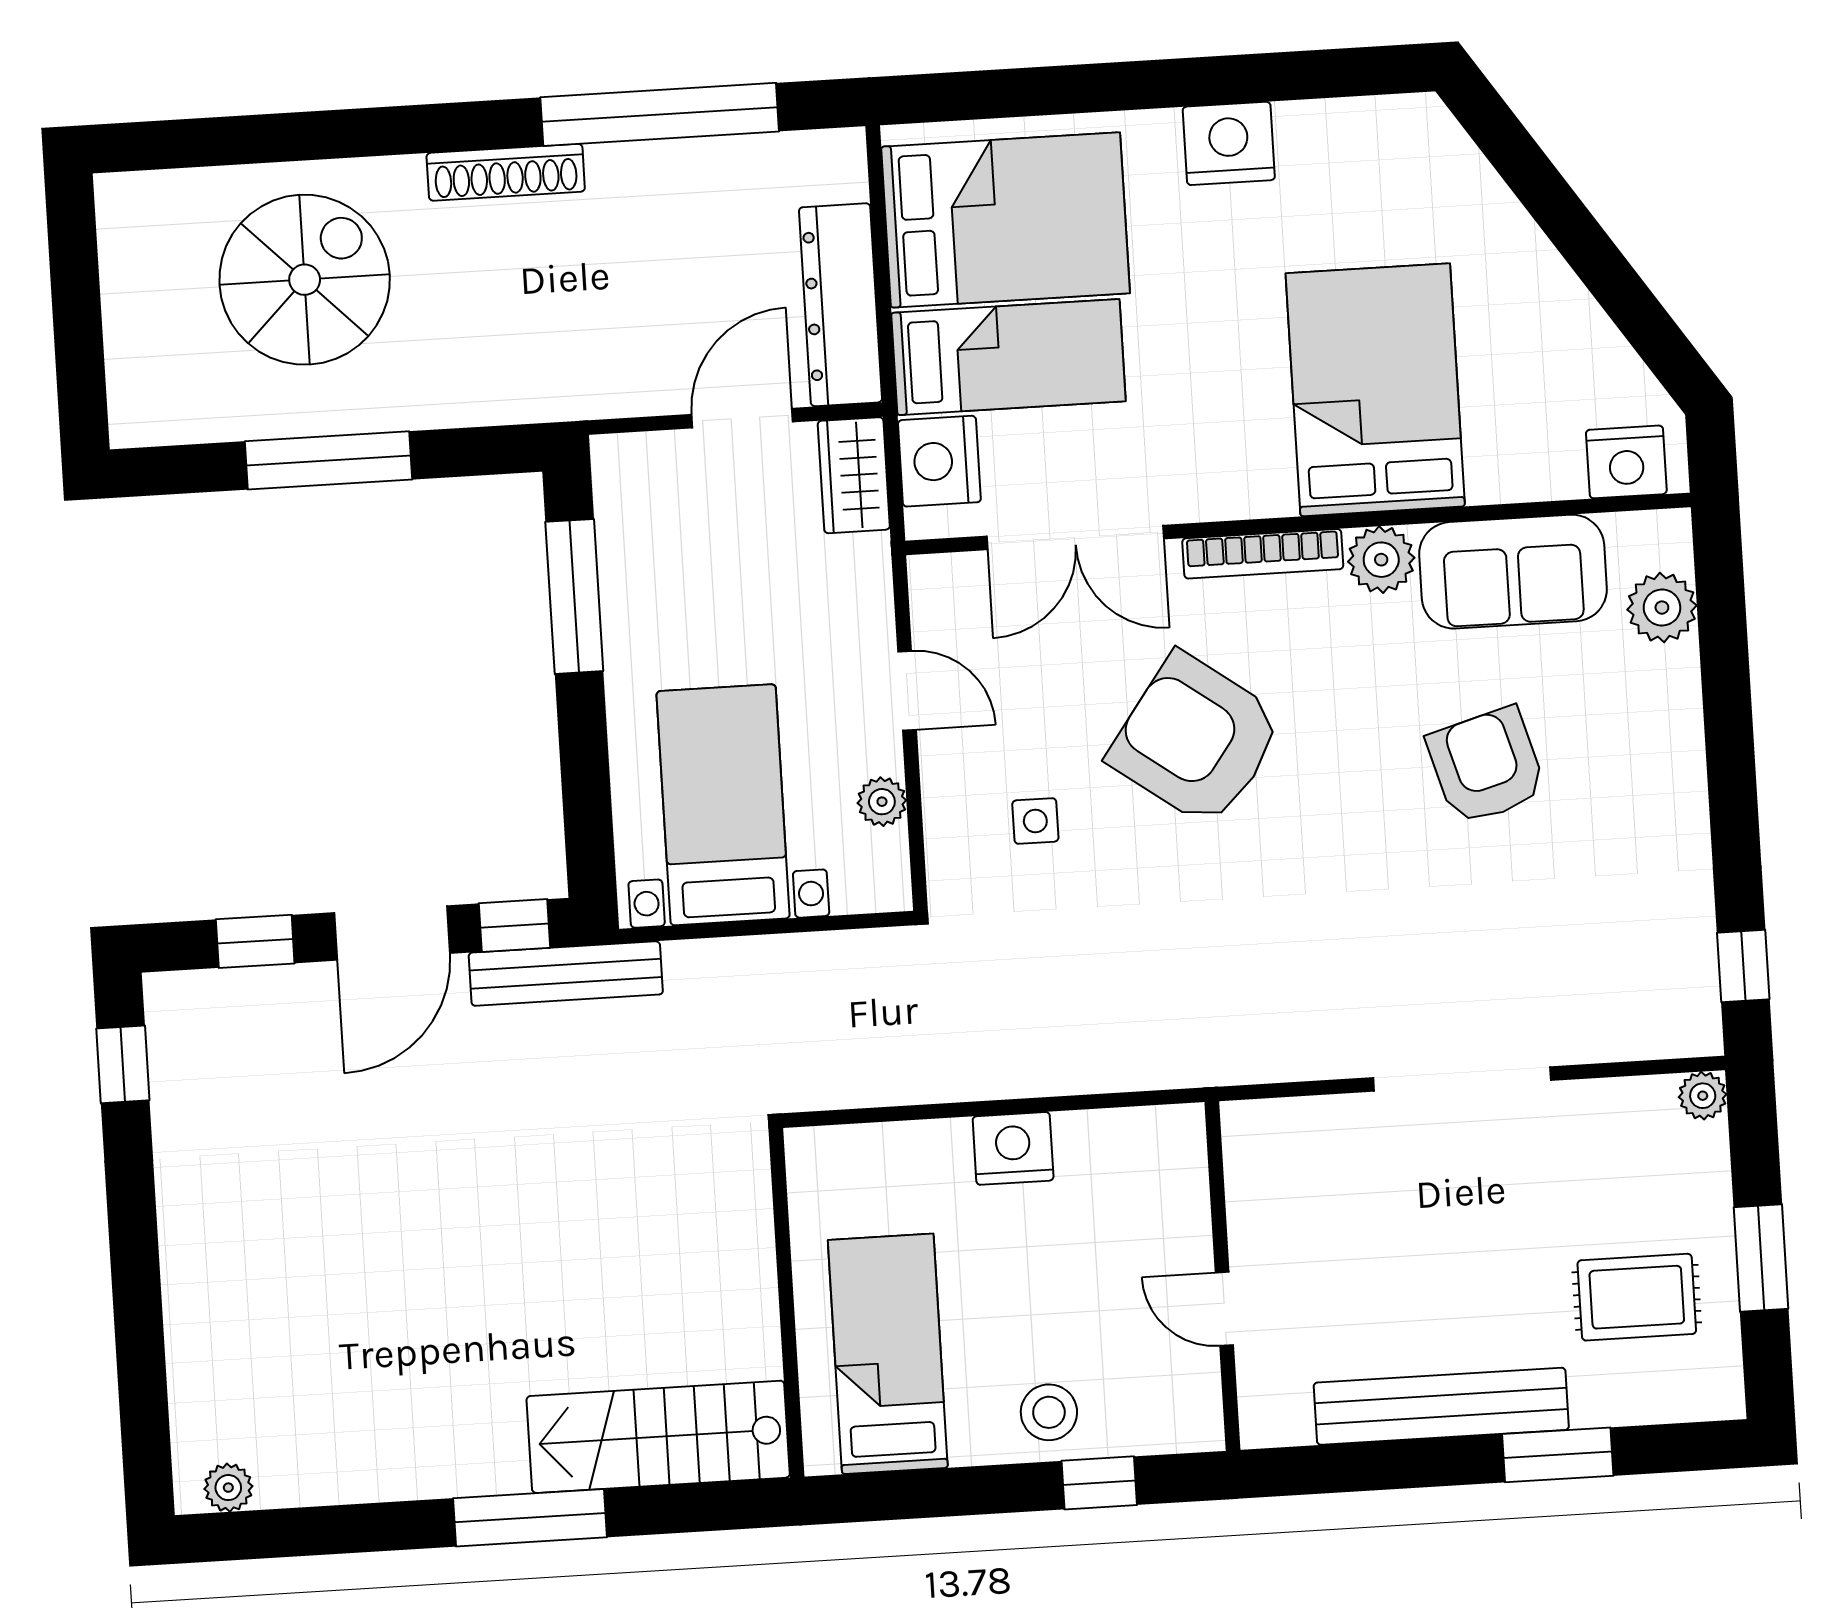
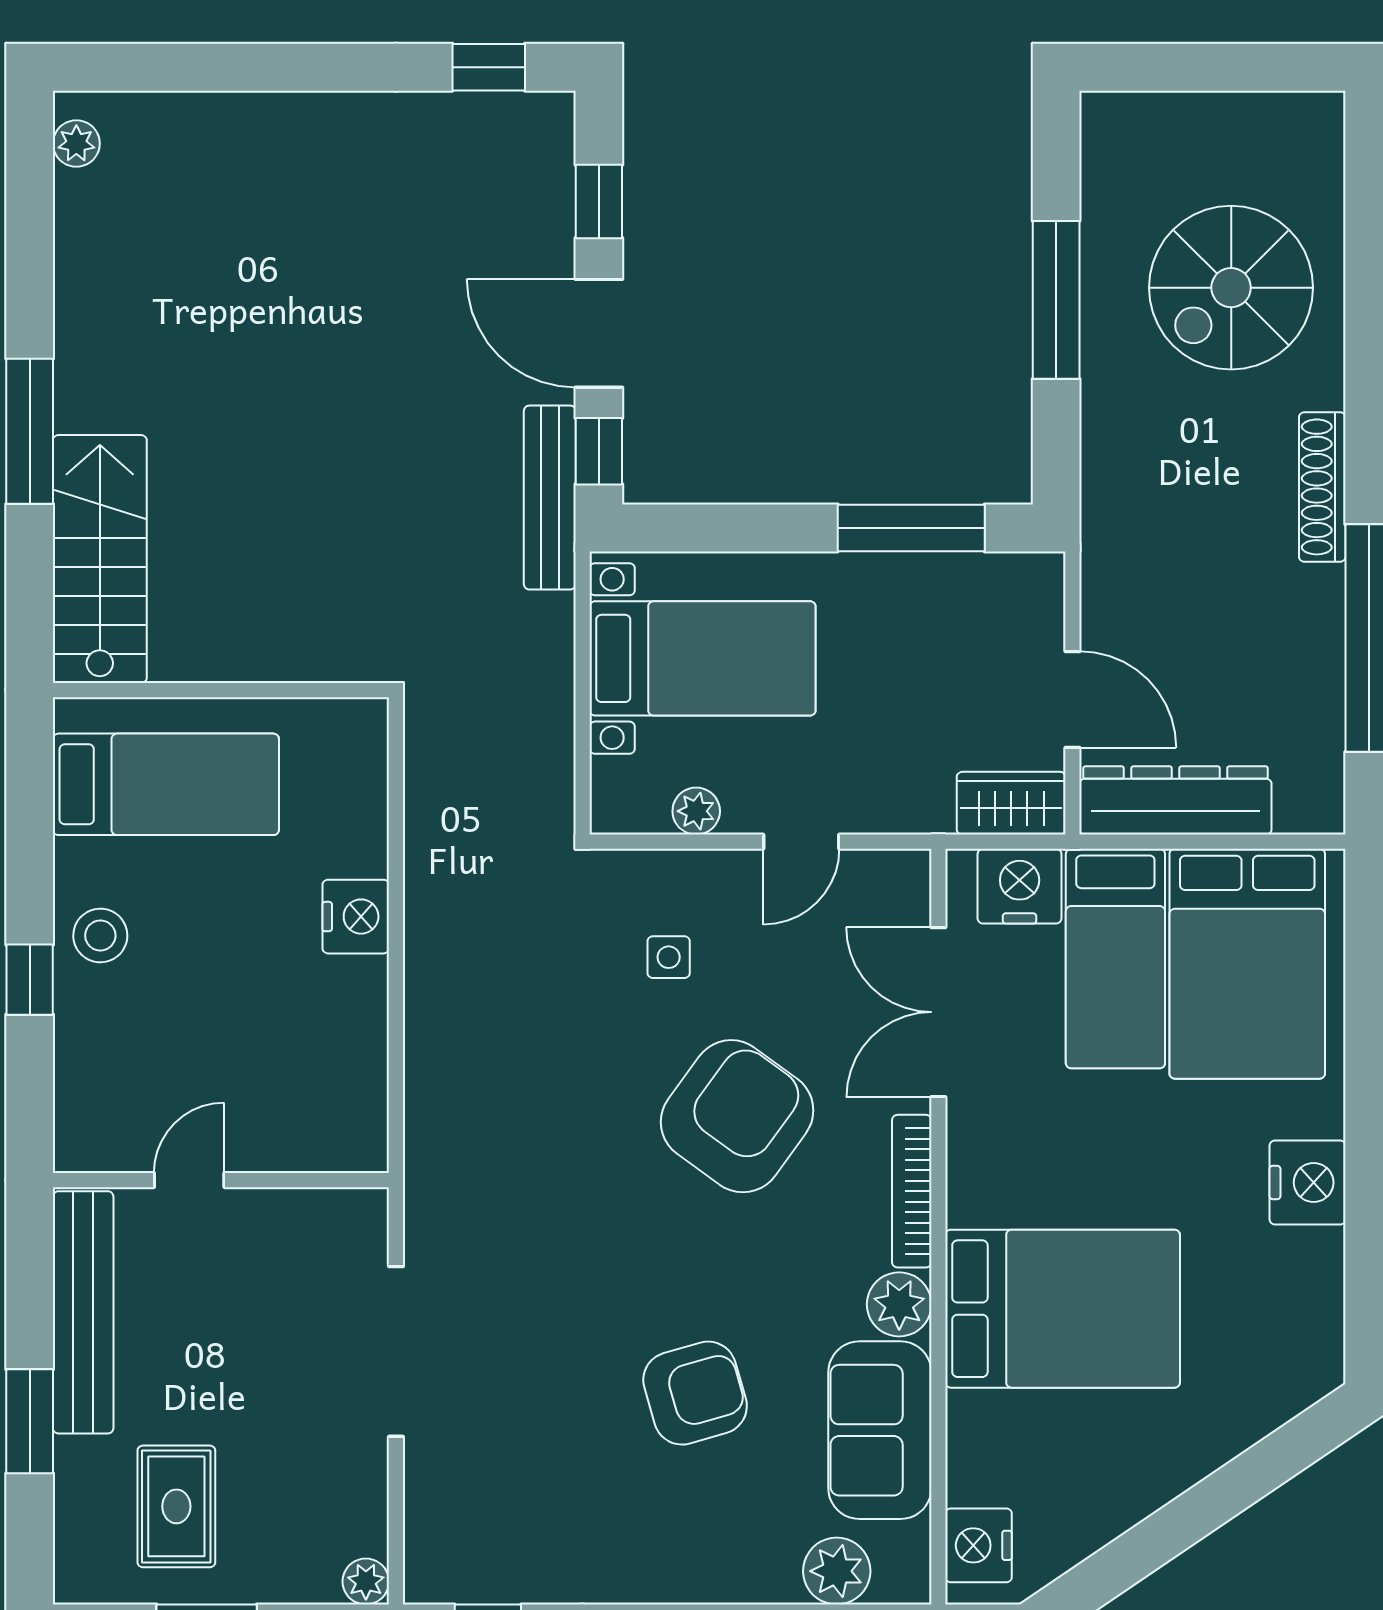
spiral stairs: (305, 280) -> (1231, 288), turned 90
wall: (1222, 1276) -> (221, 1180), moved
door: (1224, 1309) -> (189, 1180), moved

